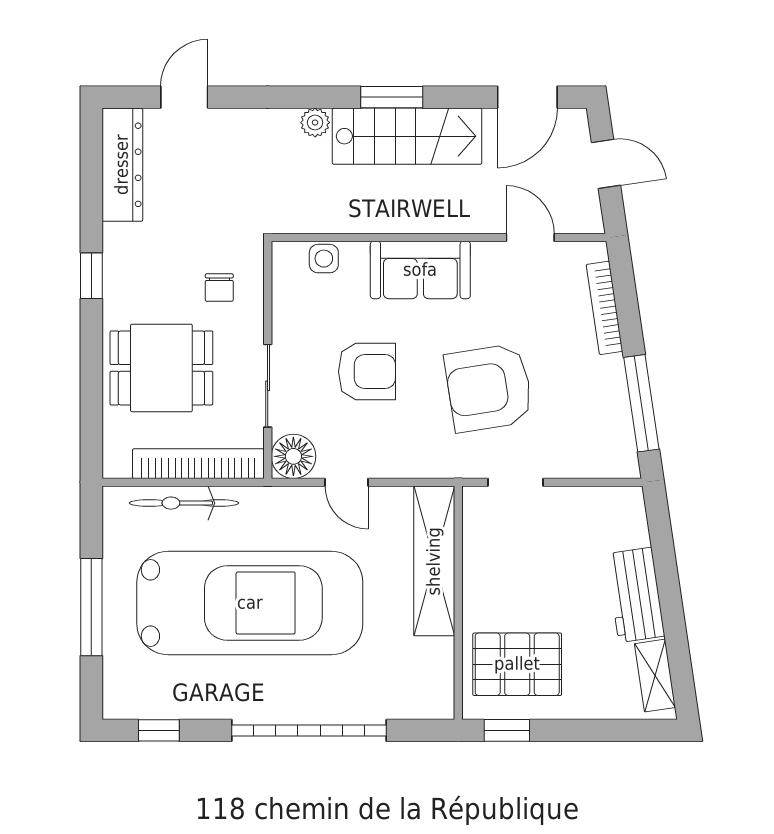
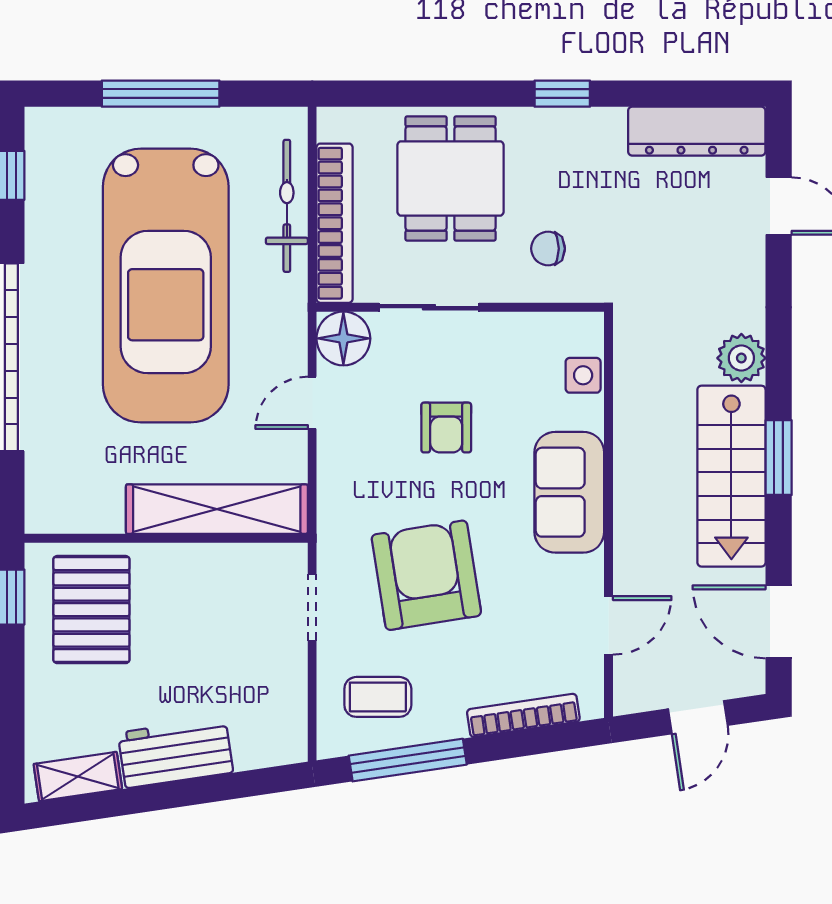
plant: (315, 123) -> (741, 358), width x1.38, depth x1.38
armchair: (367, 372) -> (446, 428), width x0.72, depth x0.72
coffee table: (589, 428) -> (378, 697), added

